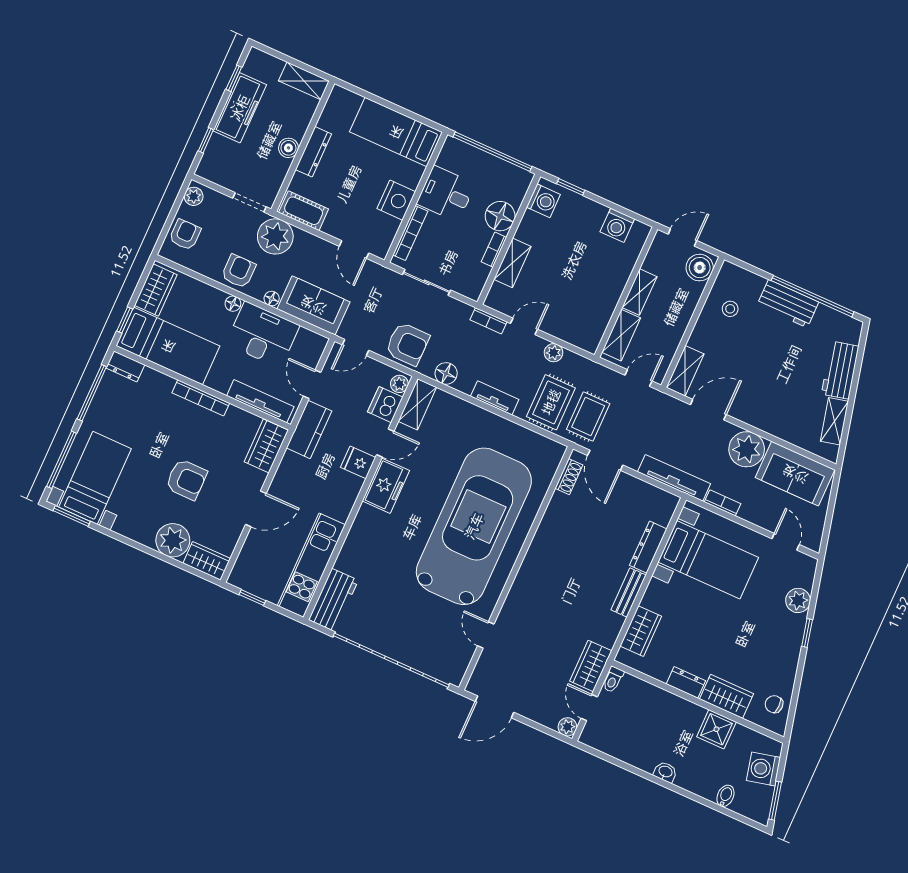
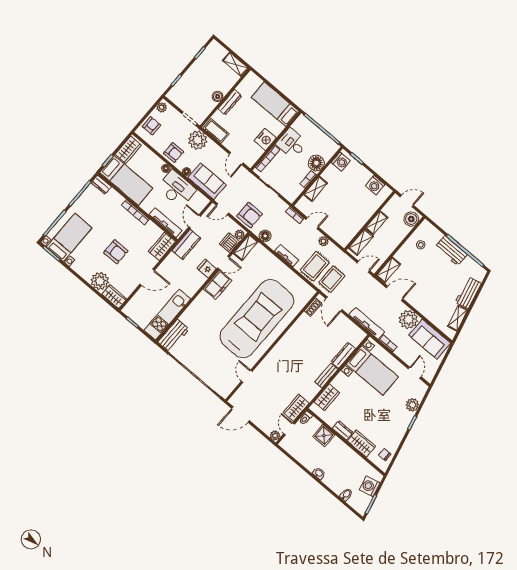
freezer: (240, 108) -> (198, 69), removed
armchair: (239, 271) -> (174, 153), turned 90
shower: (716, 729) -> (324, 436), moved

